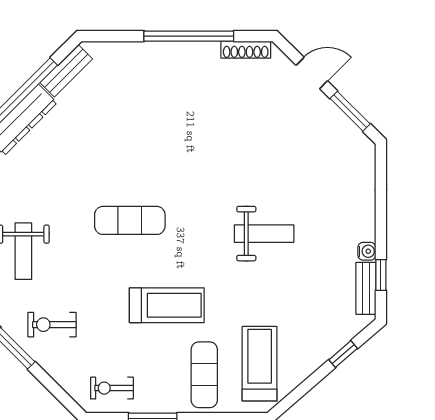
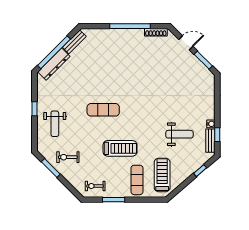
weight bench: (264, 234) -> (179, 134), moved

